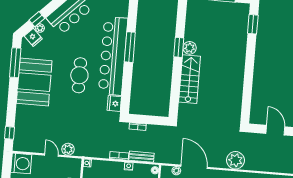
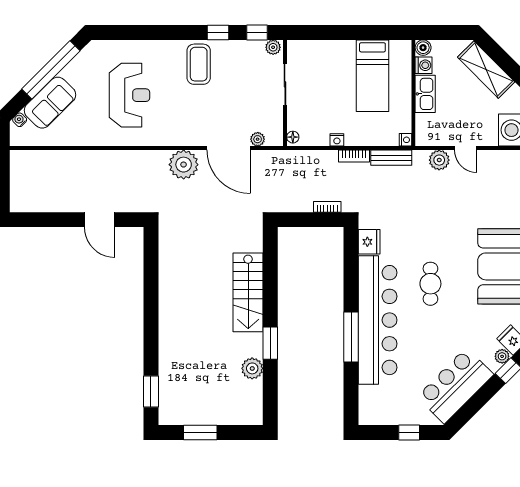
plant: (190, 48) -> (252, 368), moved
cafe table: (79, 75) -> (430, 284), width x0.73, depth x0.74
bench: (142, 157) -> (391, 158), moved
plant: (235, 160) -> (184, 165), moved

